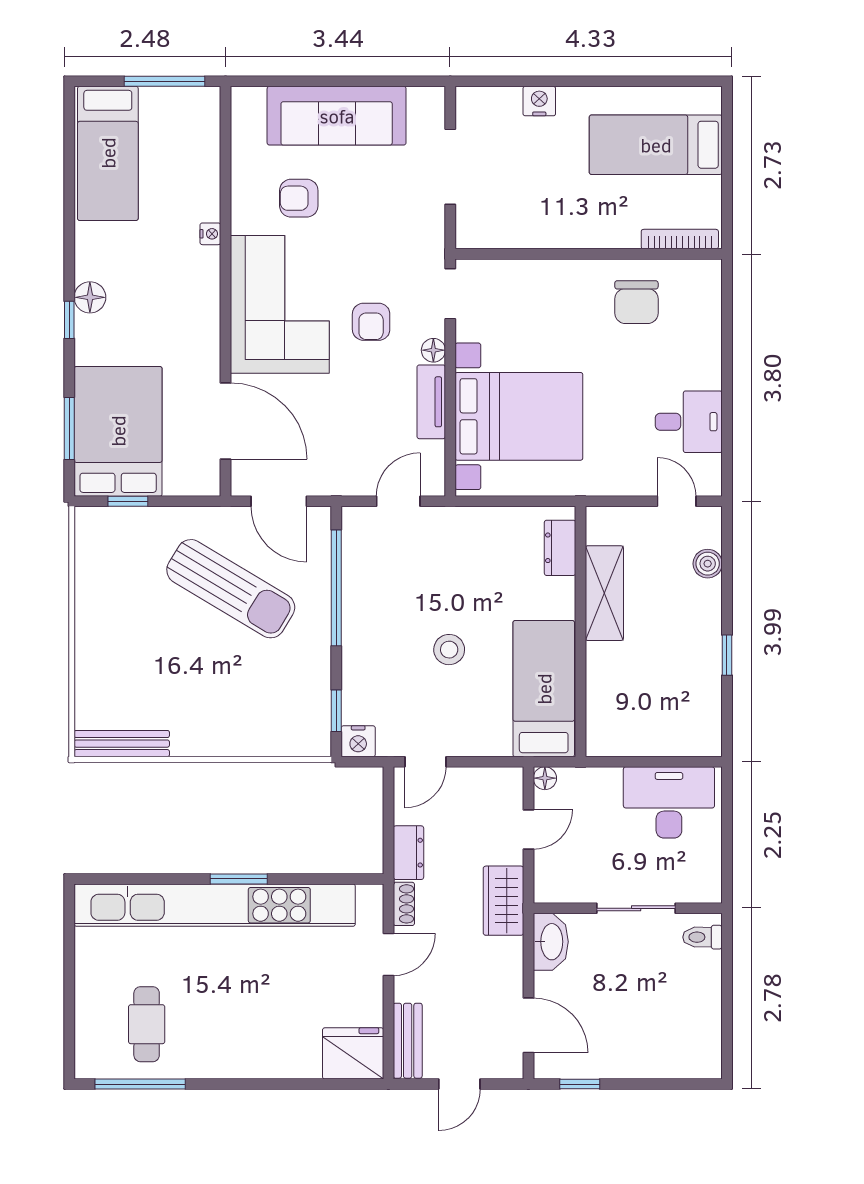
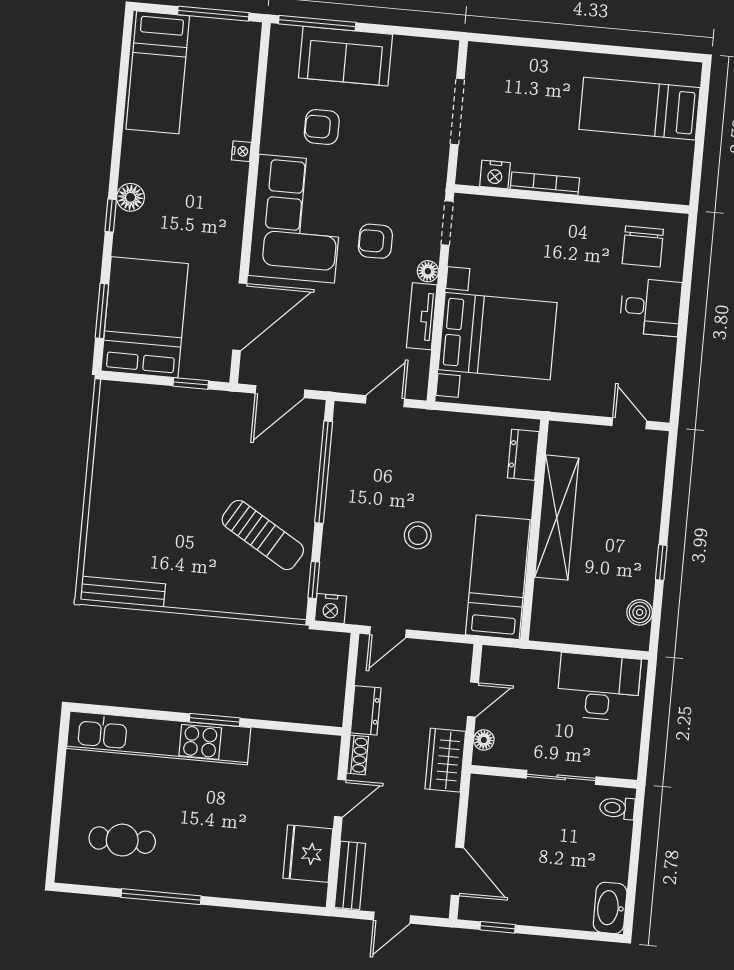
window: (283, 81) -> (317, 23), added
nightstand: (539, 101) -> (495, 175), moved, turned 180
sofa: (337, 116) -> (345, 56), width x0.73
bookcase: (680, 239) -> (545, 184), moved
chair: (636, 302) -> (643, 247), moved
armchair: (371, 322) -> (375, 241), turned 90
door: (226, 421) -> (240, 317), hinge flipped
desk: (689, 422) -> (651, 307), moved
window: (128, 501) -> (191, 383), moved
door: (279, 501) -> (280, 392), hinge flipped
boiler: (708, 564) -> (640, 612), moved
sun lounger: (231, 589) -> (263, 535), moved, width x0.73, depth x0.75
shelving: (604, 593) -> (557, 518), width x1.47
floor lamp: (545, 778) -> (484, 740), moved
kitchen unit: (215, 905) -> (159, 738), width x0.73
washbasin: (551, 942) -> (610, 908), moved, turned 180
cafe table: (147, 1024) -> (122, 840), turned 90
fridge: (353, 1053) -> (308, 854), moved, turned -90
window: (140, 1084) -> (161, 897), moved

